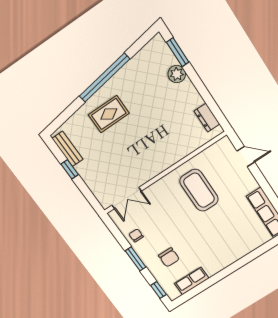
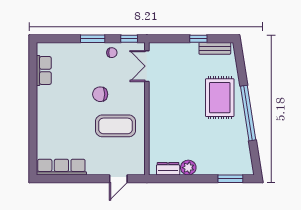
plant: (177, 74) -> (188, 168), moved
rug: (109, 114) -> (220, 98), width x1.36, depth x1.43
chair: (169, 257) -> (100, 94), moved
window: (158, 290) -> (129, 39), moved

